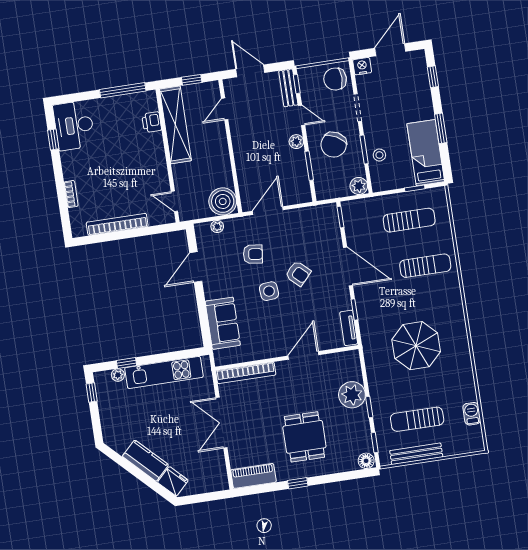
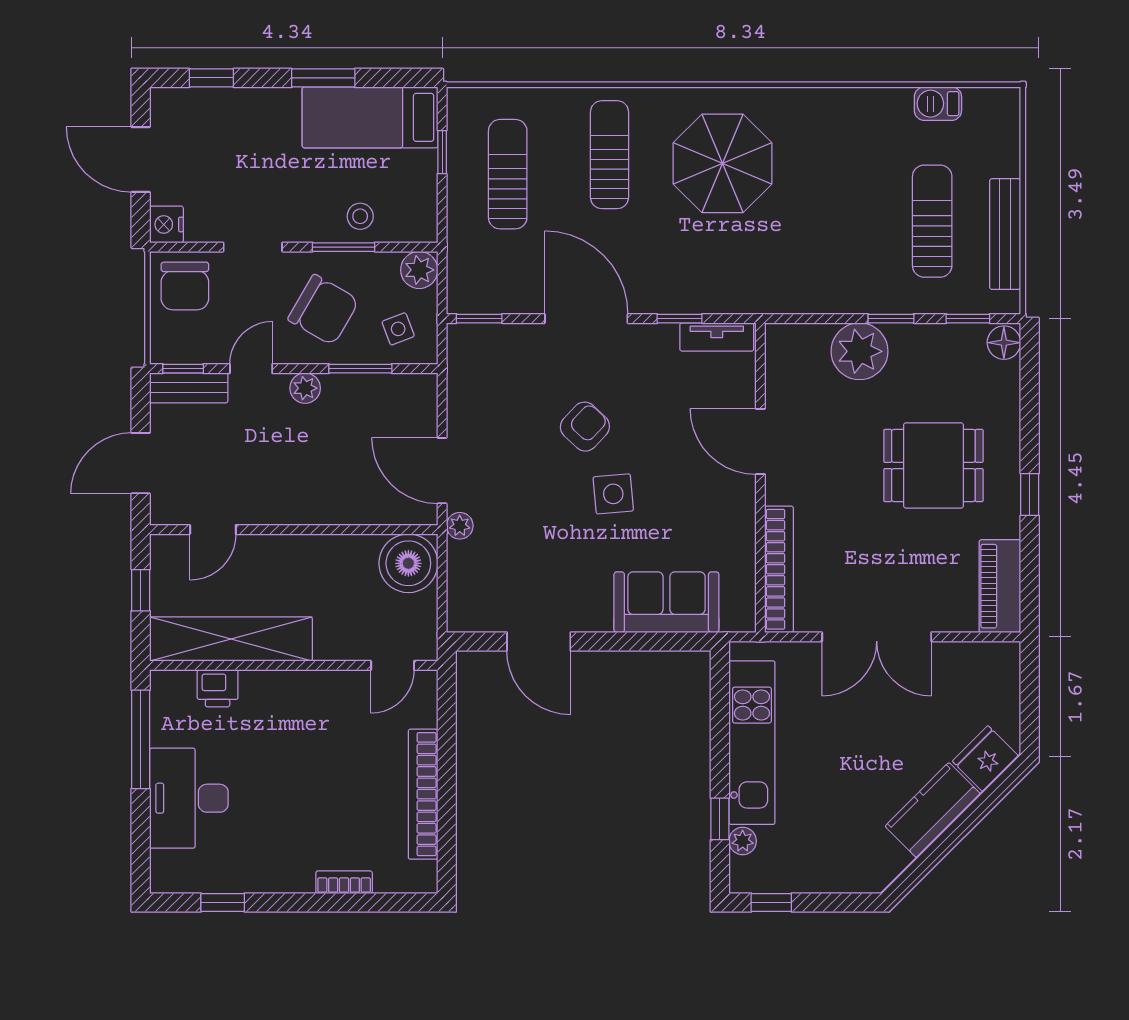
door: (225, 109) -> (213, 530), hinge flipped
desk: (74, 125) -> (189, 798), moved, turned 90
side table: (330, 180) -> (398, 329), added
plant: (217, 227) -> (460, 526), moved
armchair: (253, 254) -> (530, 516), removed
door: (348, 266) -> (586, 319), hinge flipped
parasol: (416, 346) -> (722, 163), moved
sun lounger: (417, 419) -> (932, 221), turned 180

